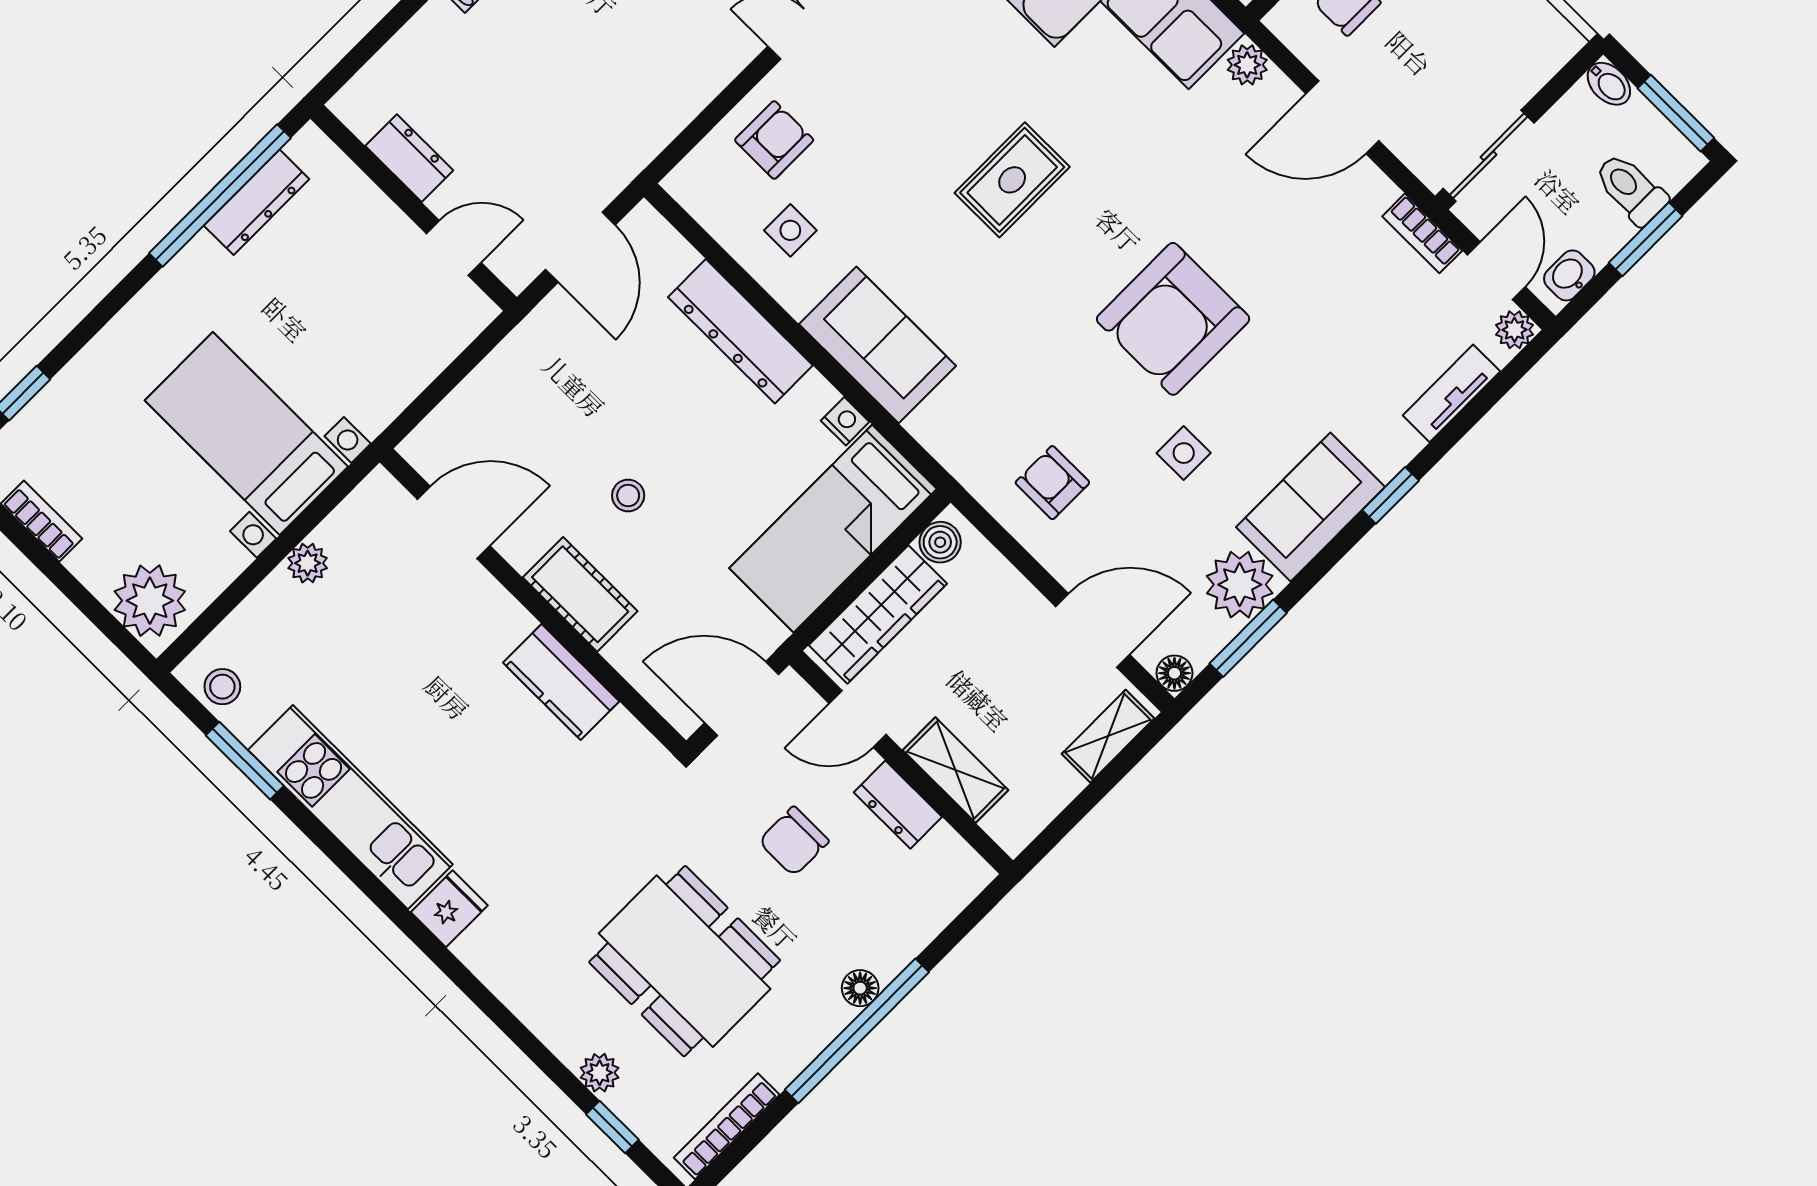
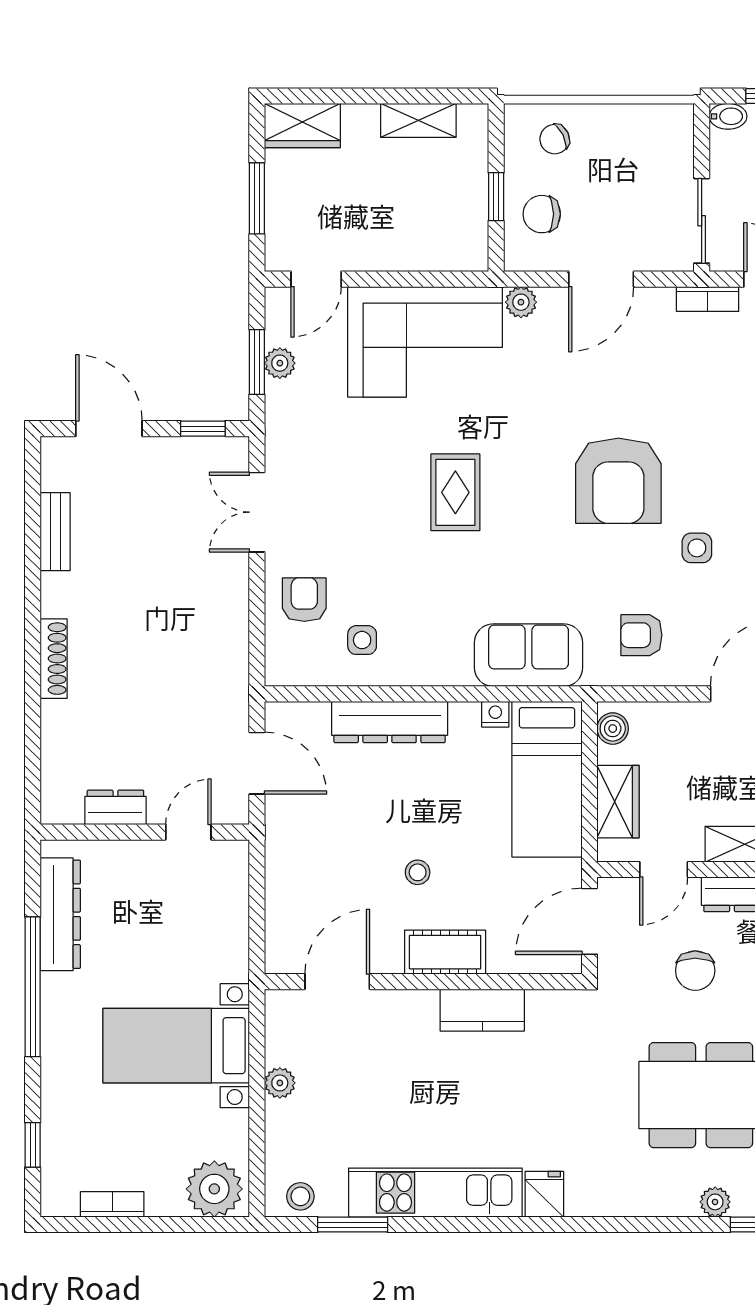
window: (220, 195) -> (33, 987), moved
dresser: (257, 202) -> (60, 914), width x1.37, depth x1.24
sofa: (877, 345) -> (529, 655), moved
wardrobe: (878, 614) -> (618, 802), width x0.67

